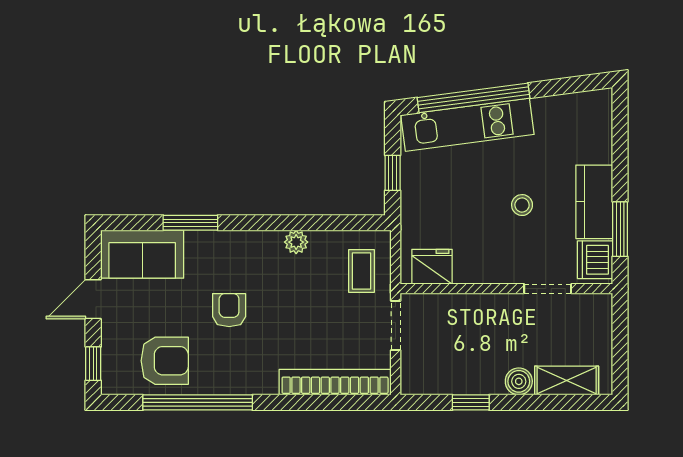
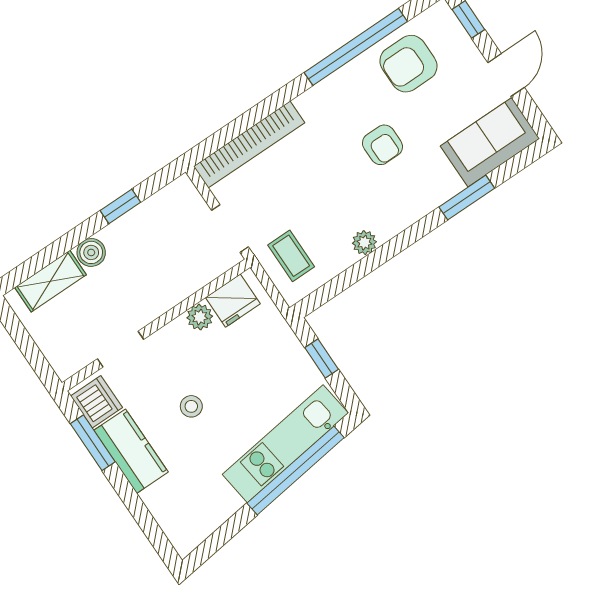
plant: (467, 271) -> (200, 317), added

